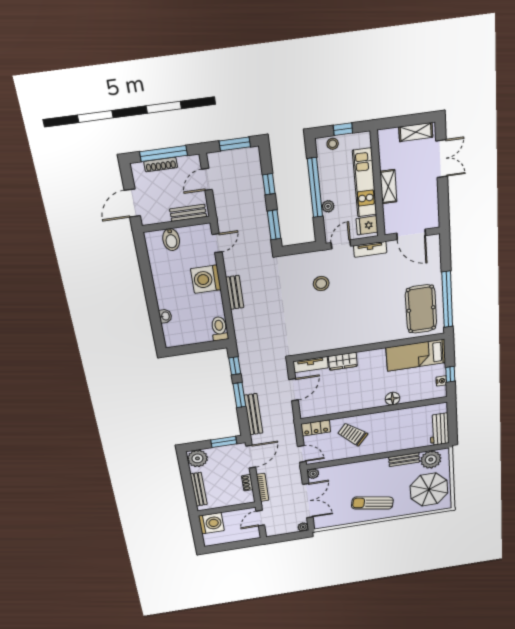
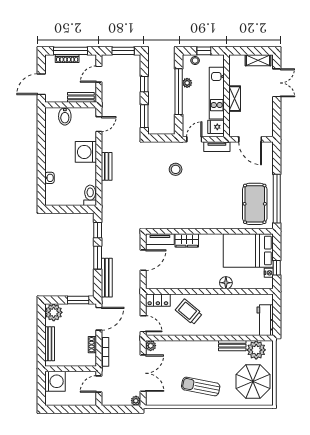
plant: (328, 206) -> (187, 83), moved
bed: (416, 355) -> (248, 250), width x1.50

